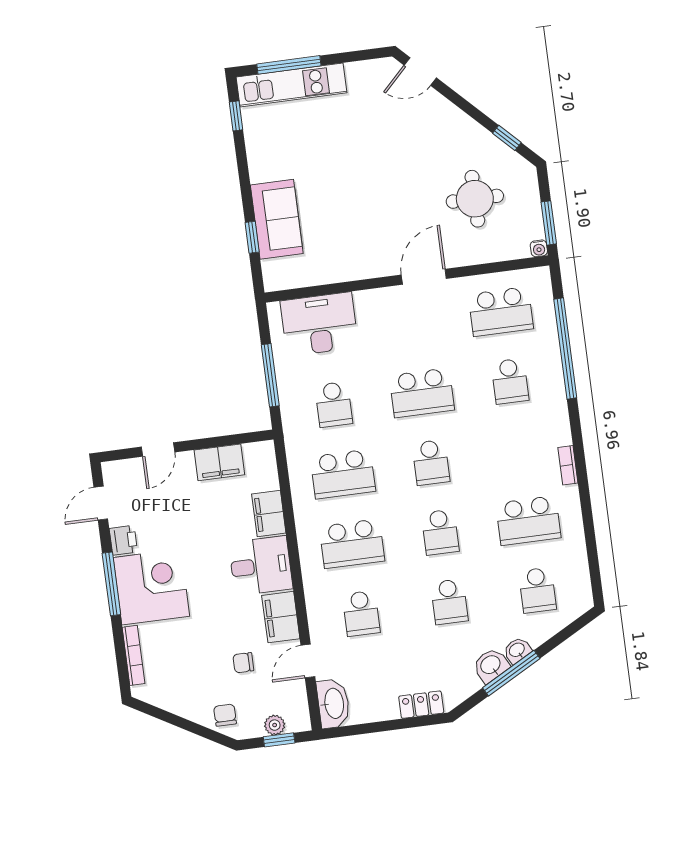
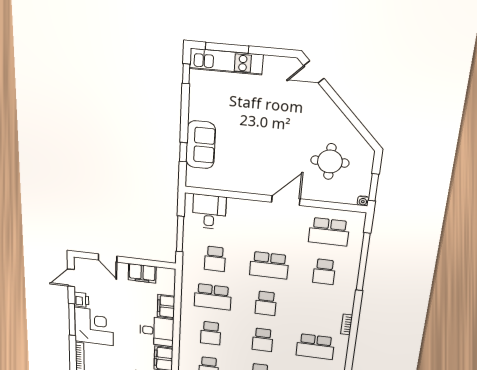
window: (507, 138) -> (361, 128), removed
desk: (319, 324) -> (209, 212), width x0.73
door: (158, 450) -> (108, 258), hinge flipped
school desk: (352, 544) -> (211, 333), width x0.54

